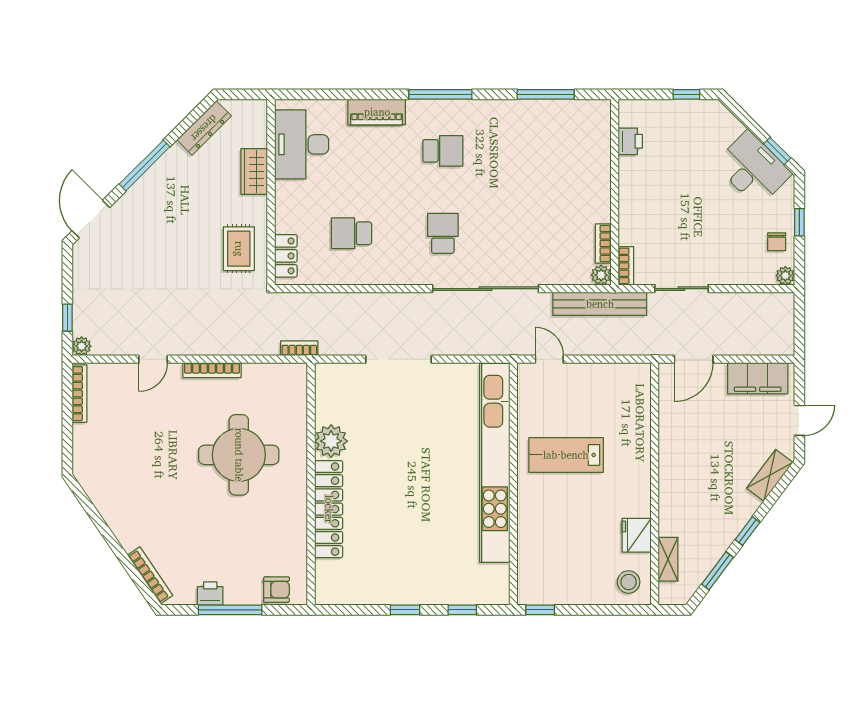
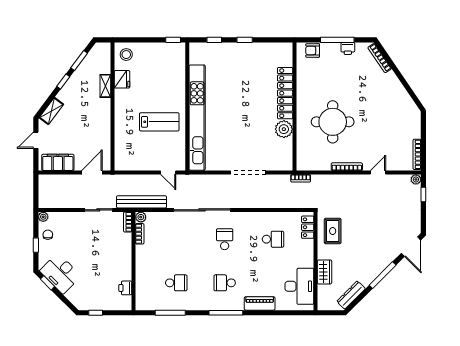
school desk: (534, 151) -> (176, 283), added
school desk: (443, 233) -> (225, 239), turned 180
shelving: (668, 559) -> (105, 86), moved

